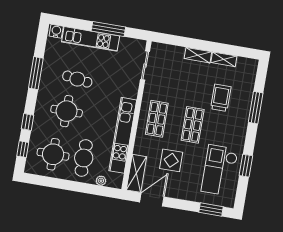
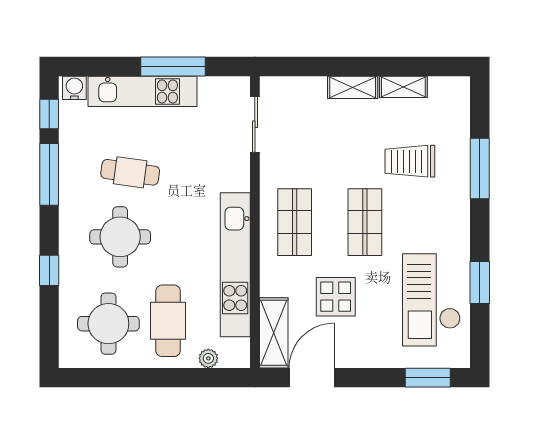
trolley: (221, 98) -> (410, 161), turned -90
window: (23, 149) -> (49, 114), moved

